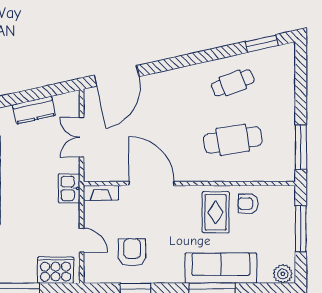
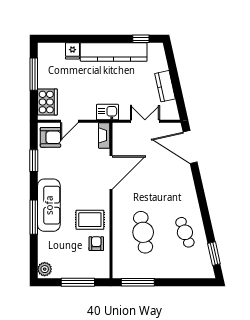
armchair: (132, 252) -> (50, 137), moved
sofa: (221, 268) -> (49, 205), moved

